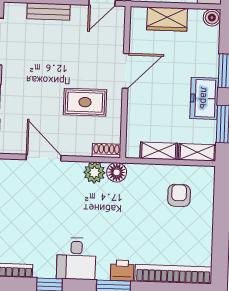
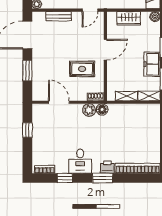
armchair: (179, 195) -> (139, 122), removed

